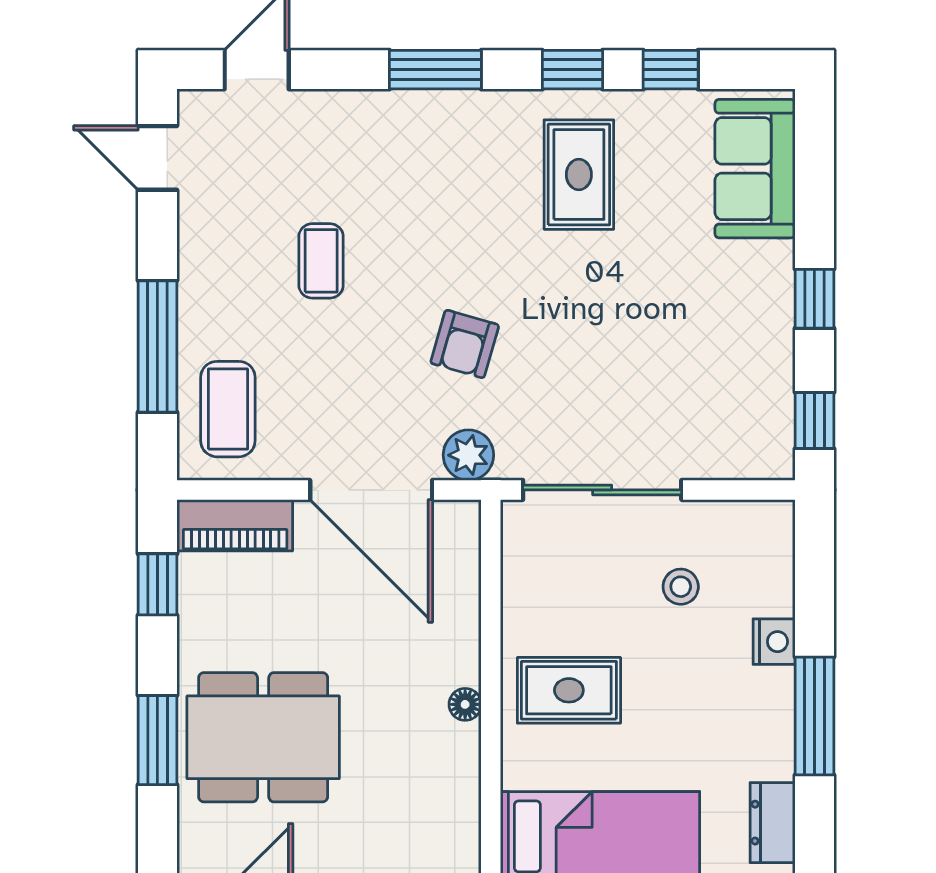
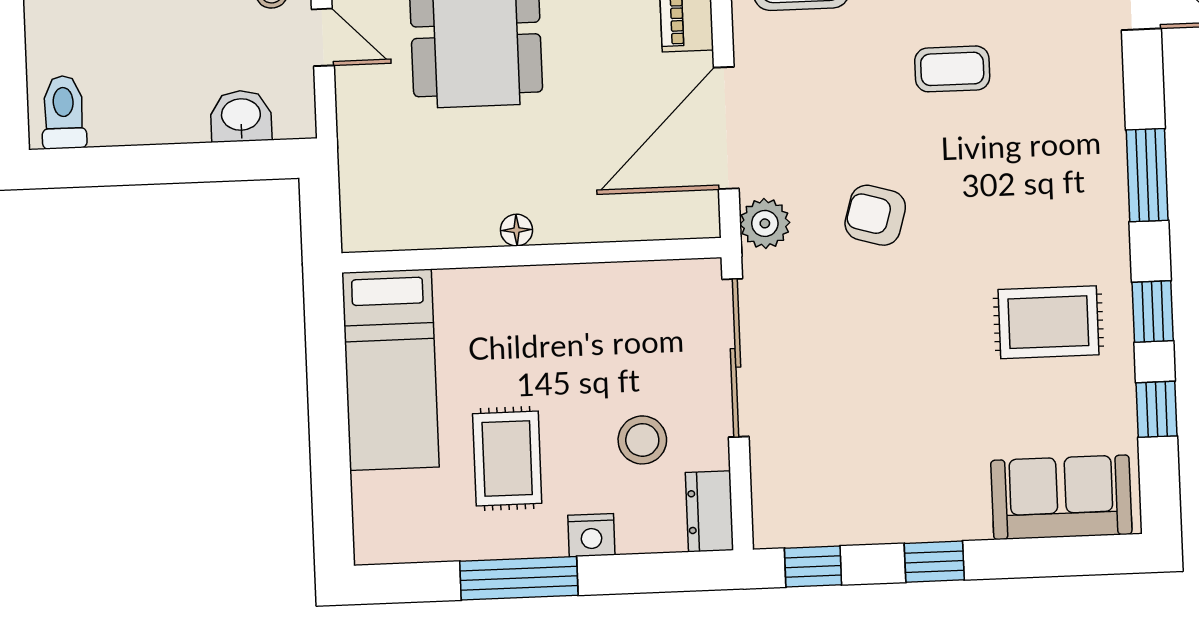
stool: (681, 587) -> (642, 440), width x1.37, depth x1.37
rug: (569, 690) -> (507, 458), moved
dresser: (773, 823) -> (710, 511), moved, turned -90

